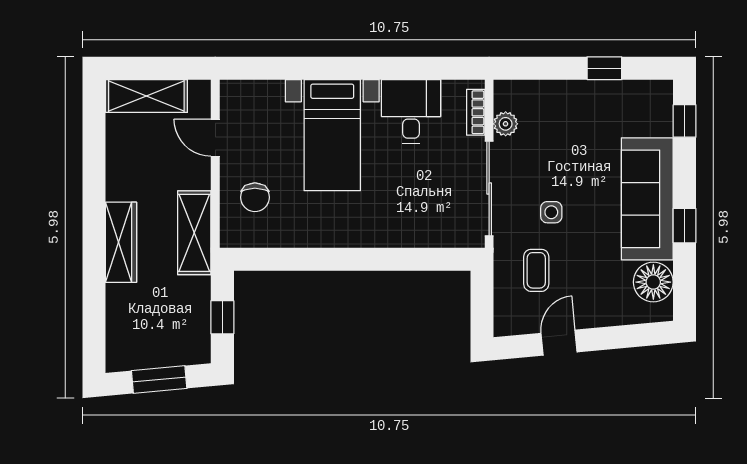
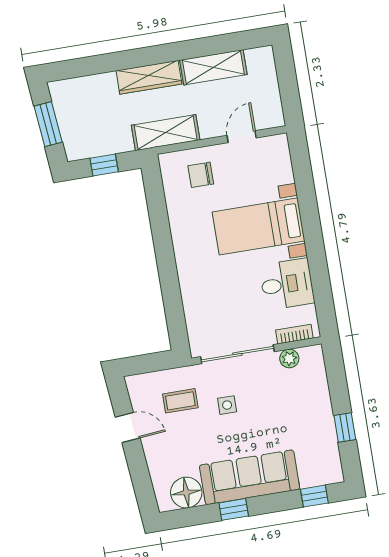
shelving: (146, 96) -> (213, 67), moved, turned 90

